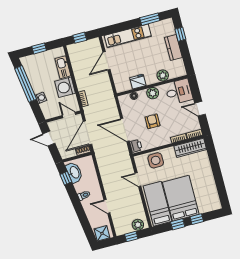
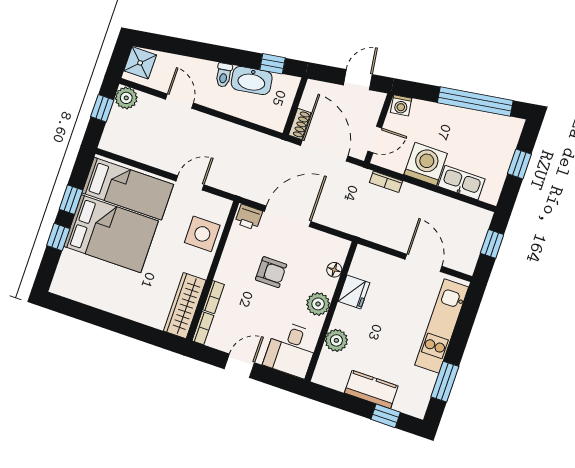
washing machine: (41, 98) -> (401, 105), moved
washbasin: (74, 172) -> (252, 80), moved
door: (107, 206) -> (179, 101), hinge flipped
plant: (138, 225) -> (126, 98), moved

